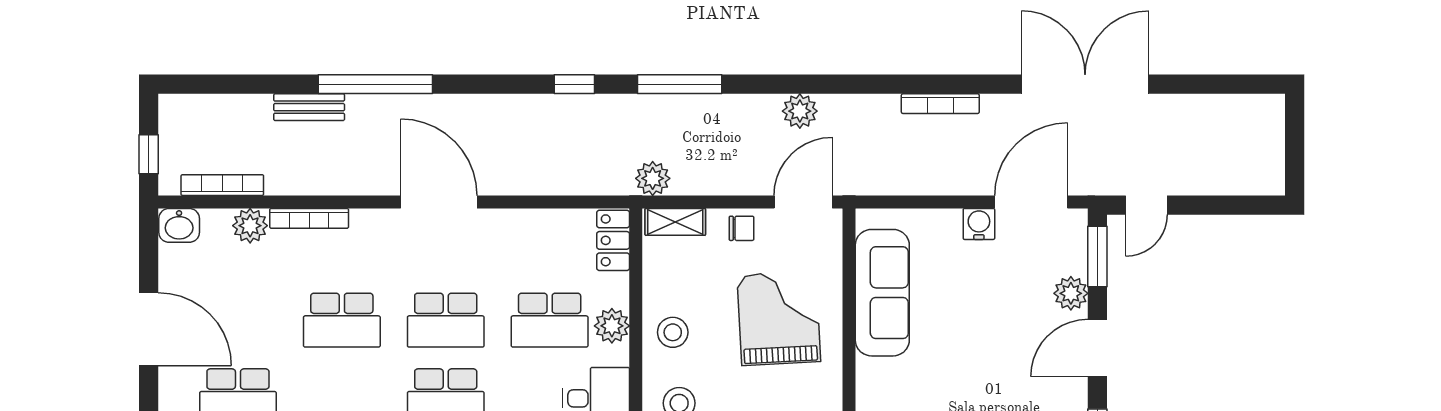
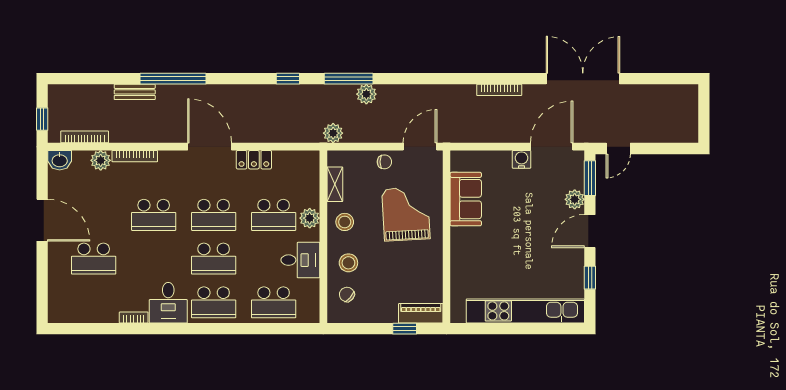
plant: (800, 111) -> (366, 94), moved
shelving: (675, 222) -> (335, 184), moved, turned 90
locker: (613, 240) -> (254, 160), moved, turned -90
sofa: (882, 293) -> (466, 199), width x0.73

